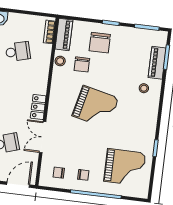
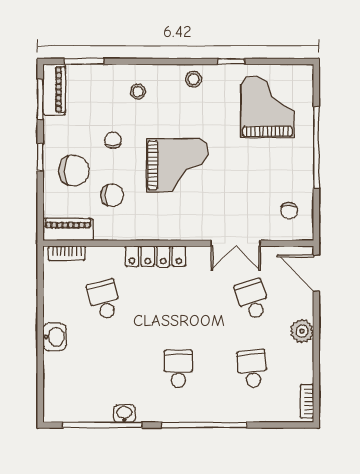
stool: (60, 61) -> (194, 79), moved
piano: (157, 63) -> (54, 89), moved, turned -90
locker: (38, 107) -> (155, 256), moved, width x1.53
grand piano: (95, 107) -> (177, 165), turned 77
chair: (83, 175) -> (113, 140), moved

